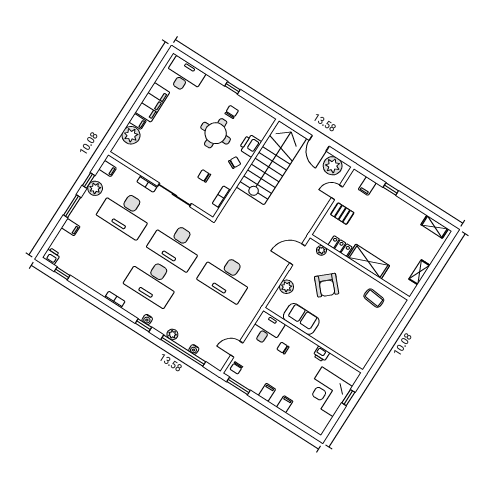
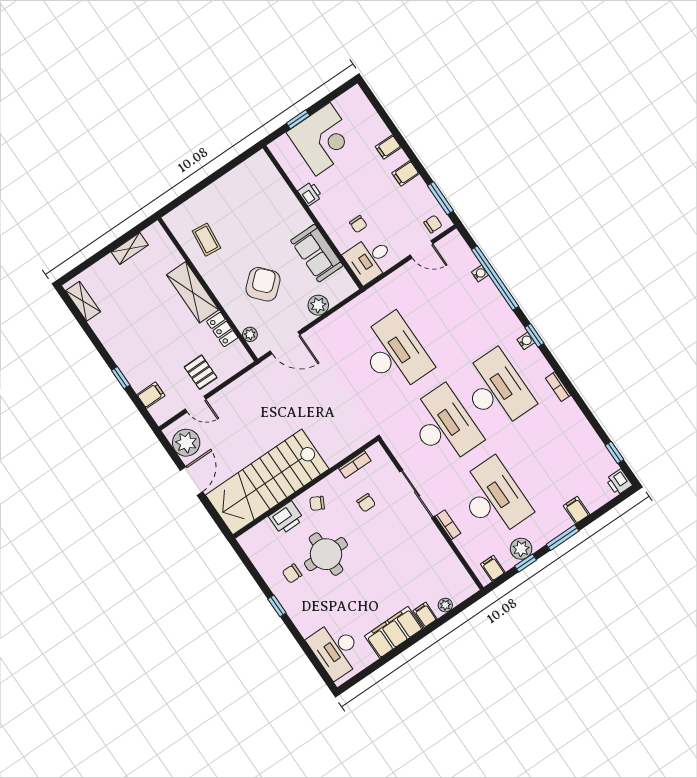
plant: (131, 135) -> (445, 605), width x0.53, depth x0.53
plant: (172, 334) -> (500, 306), removed

